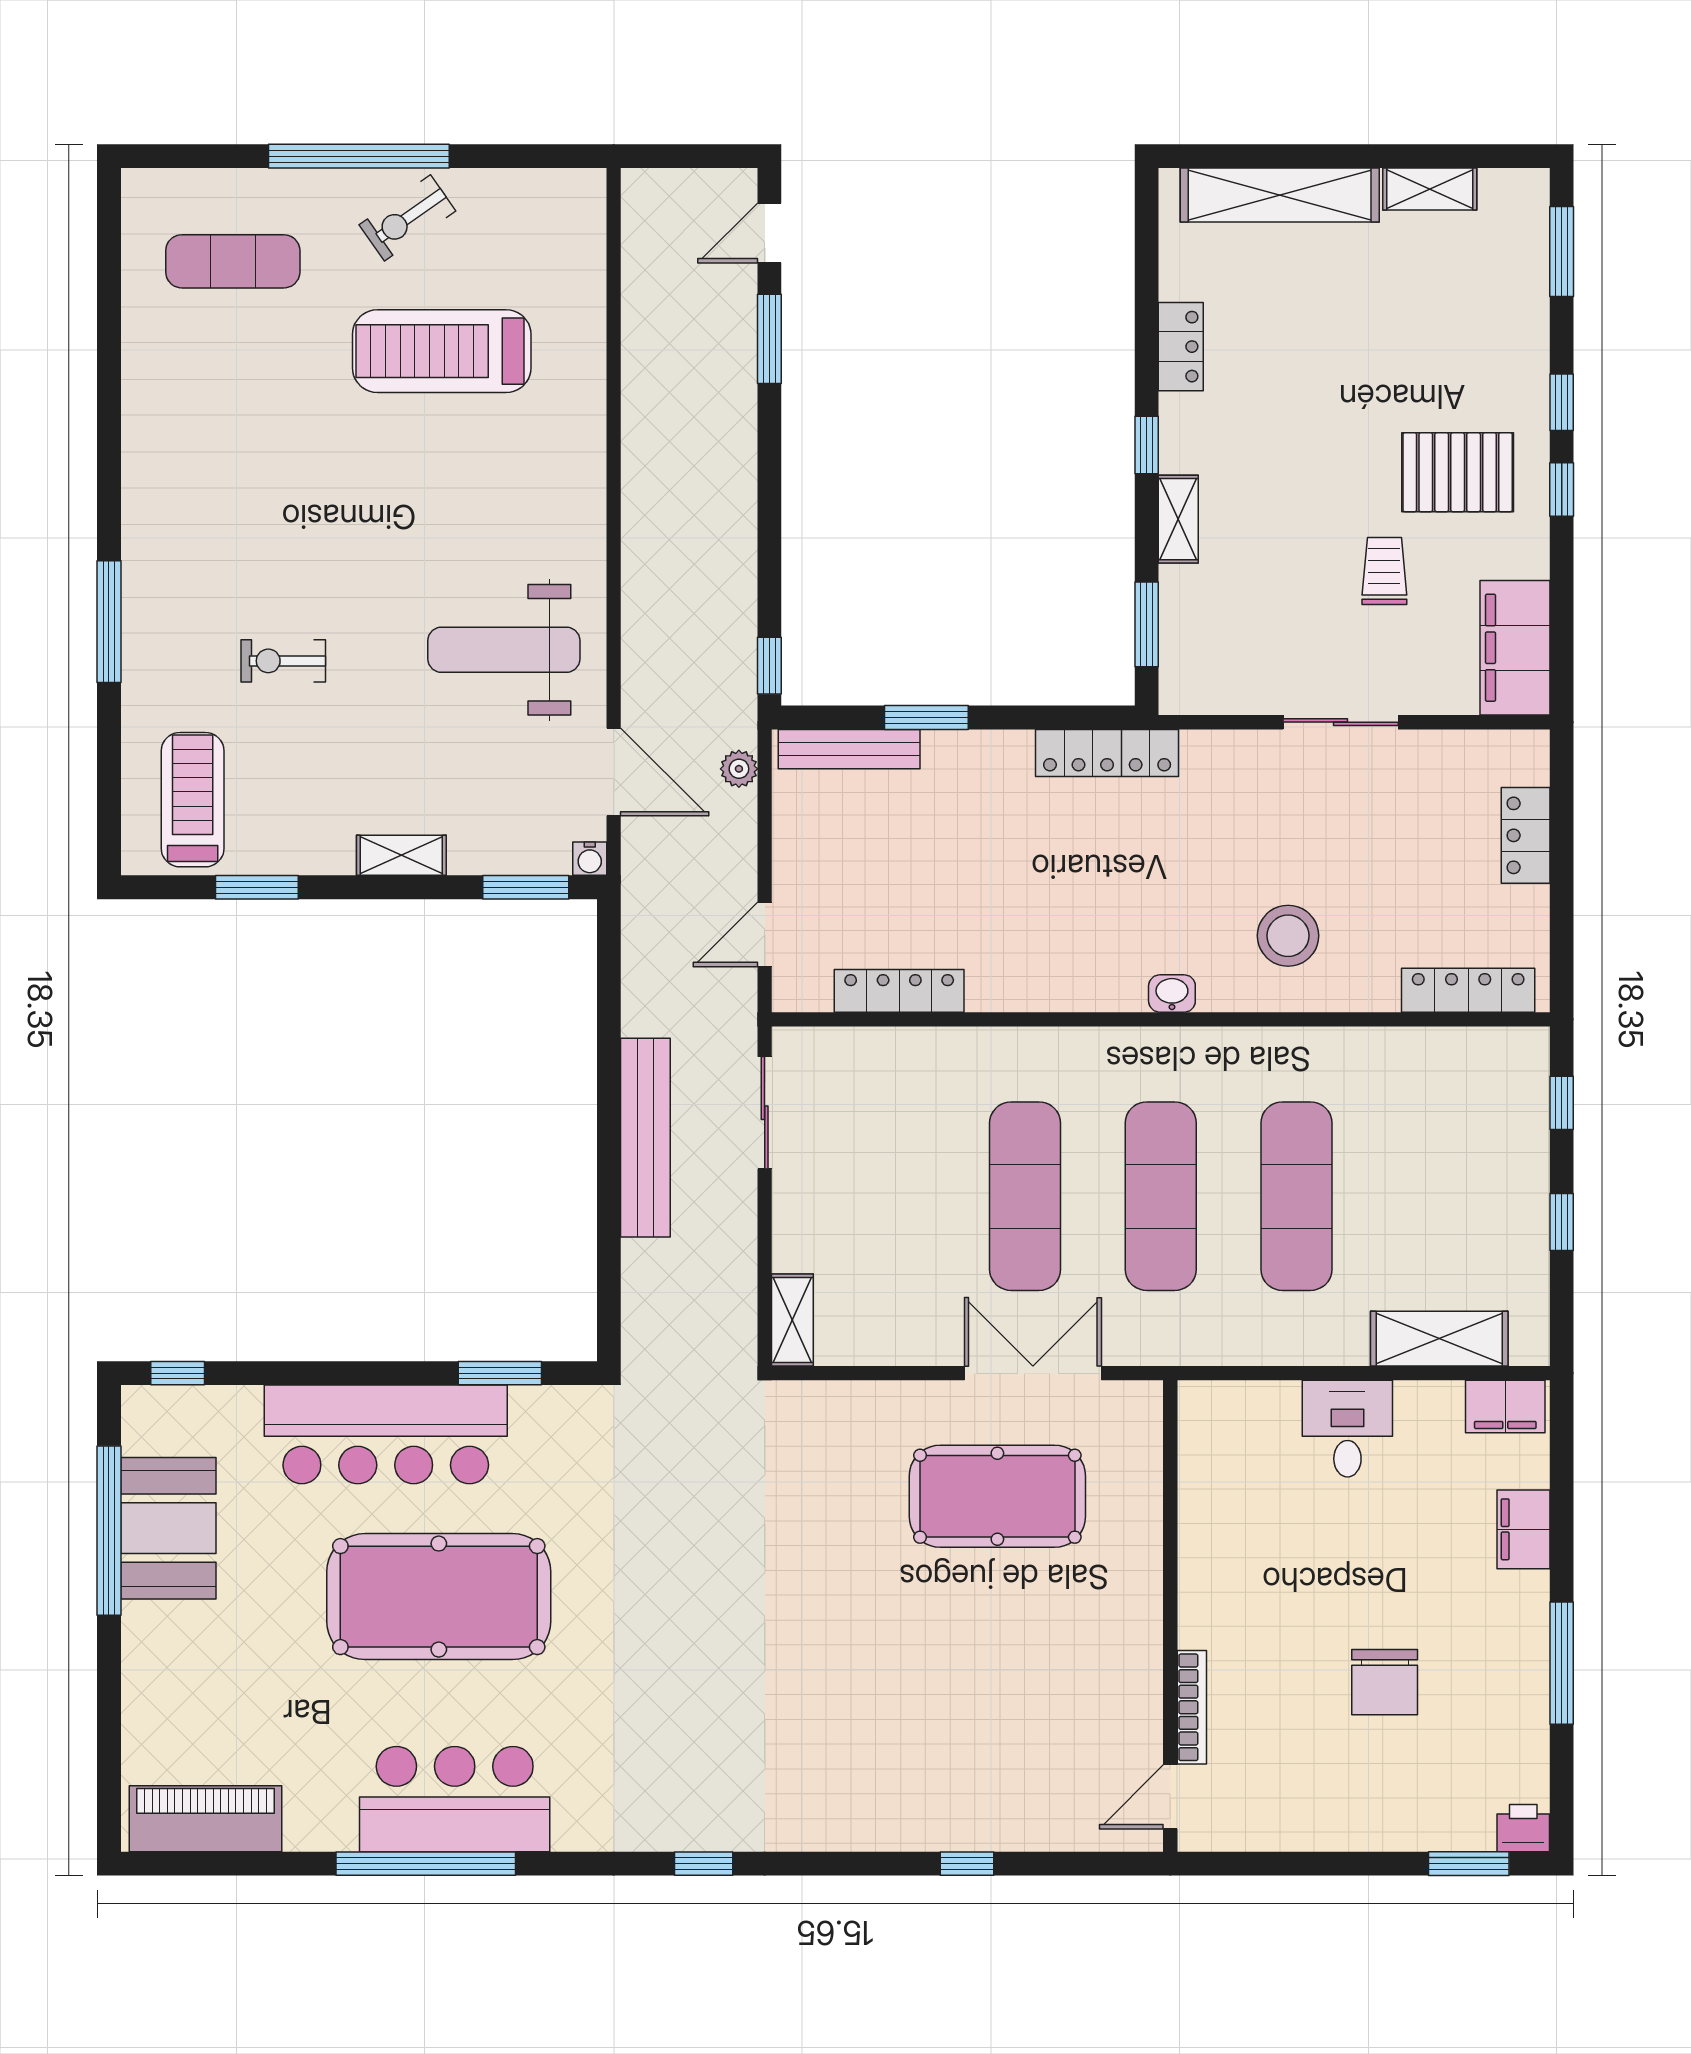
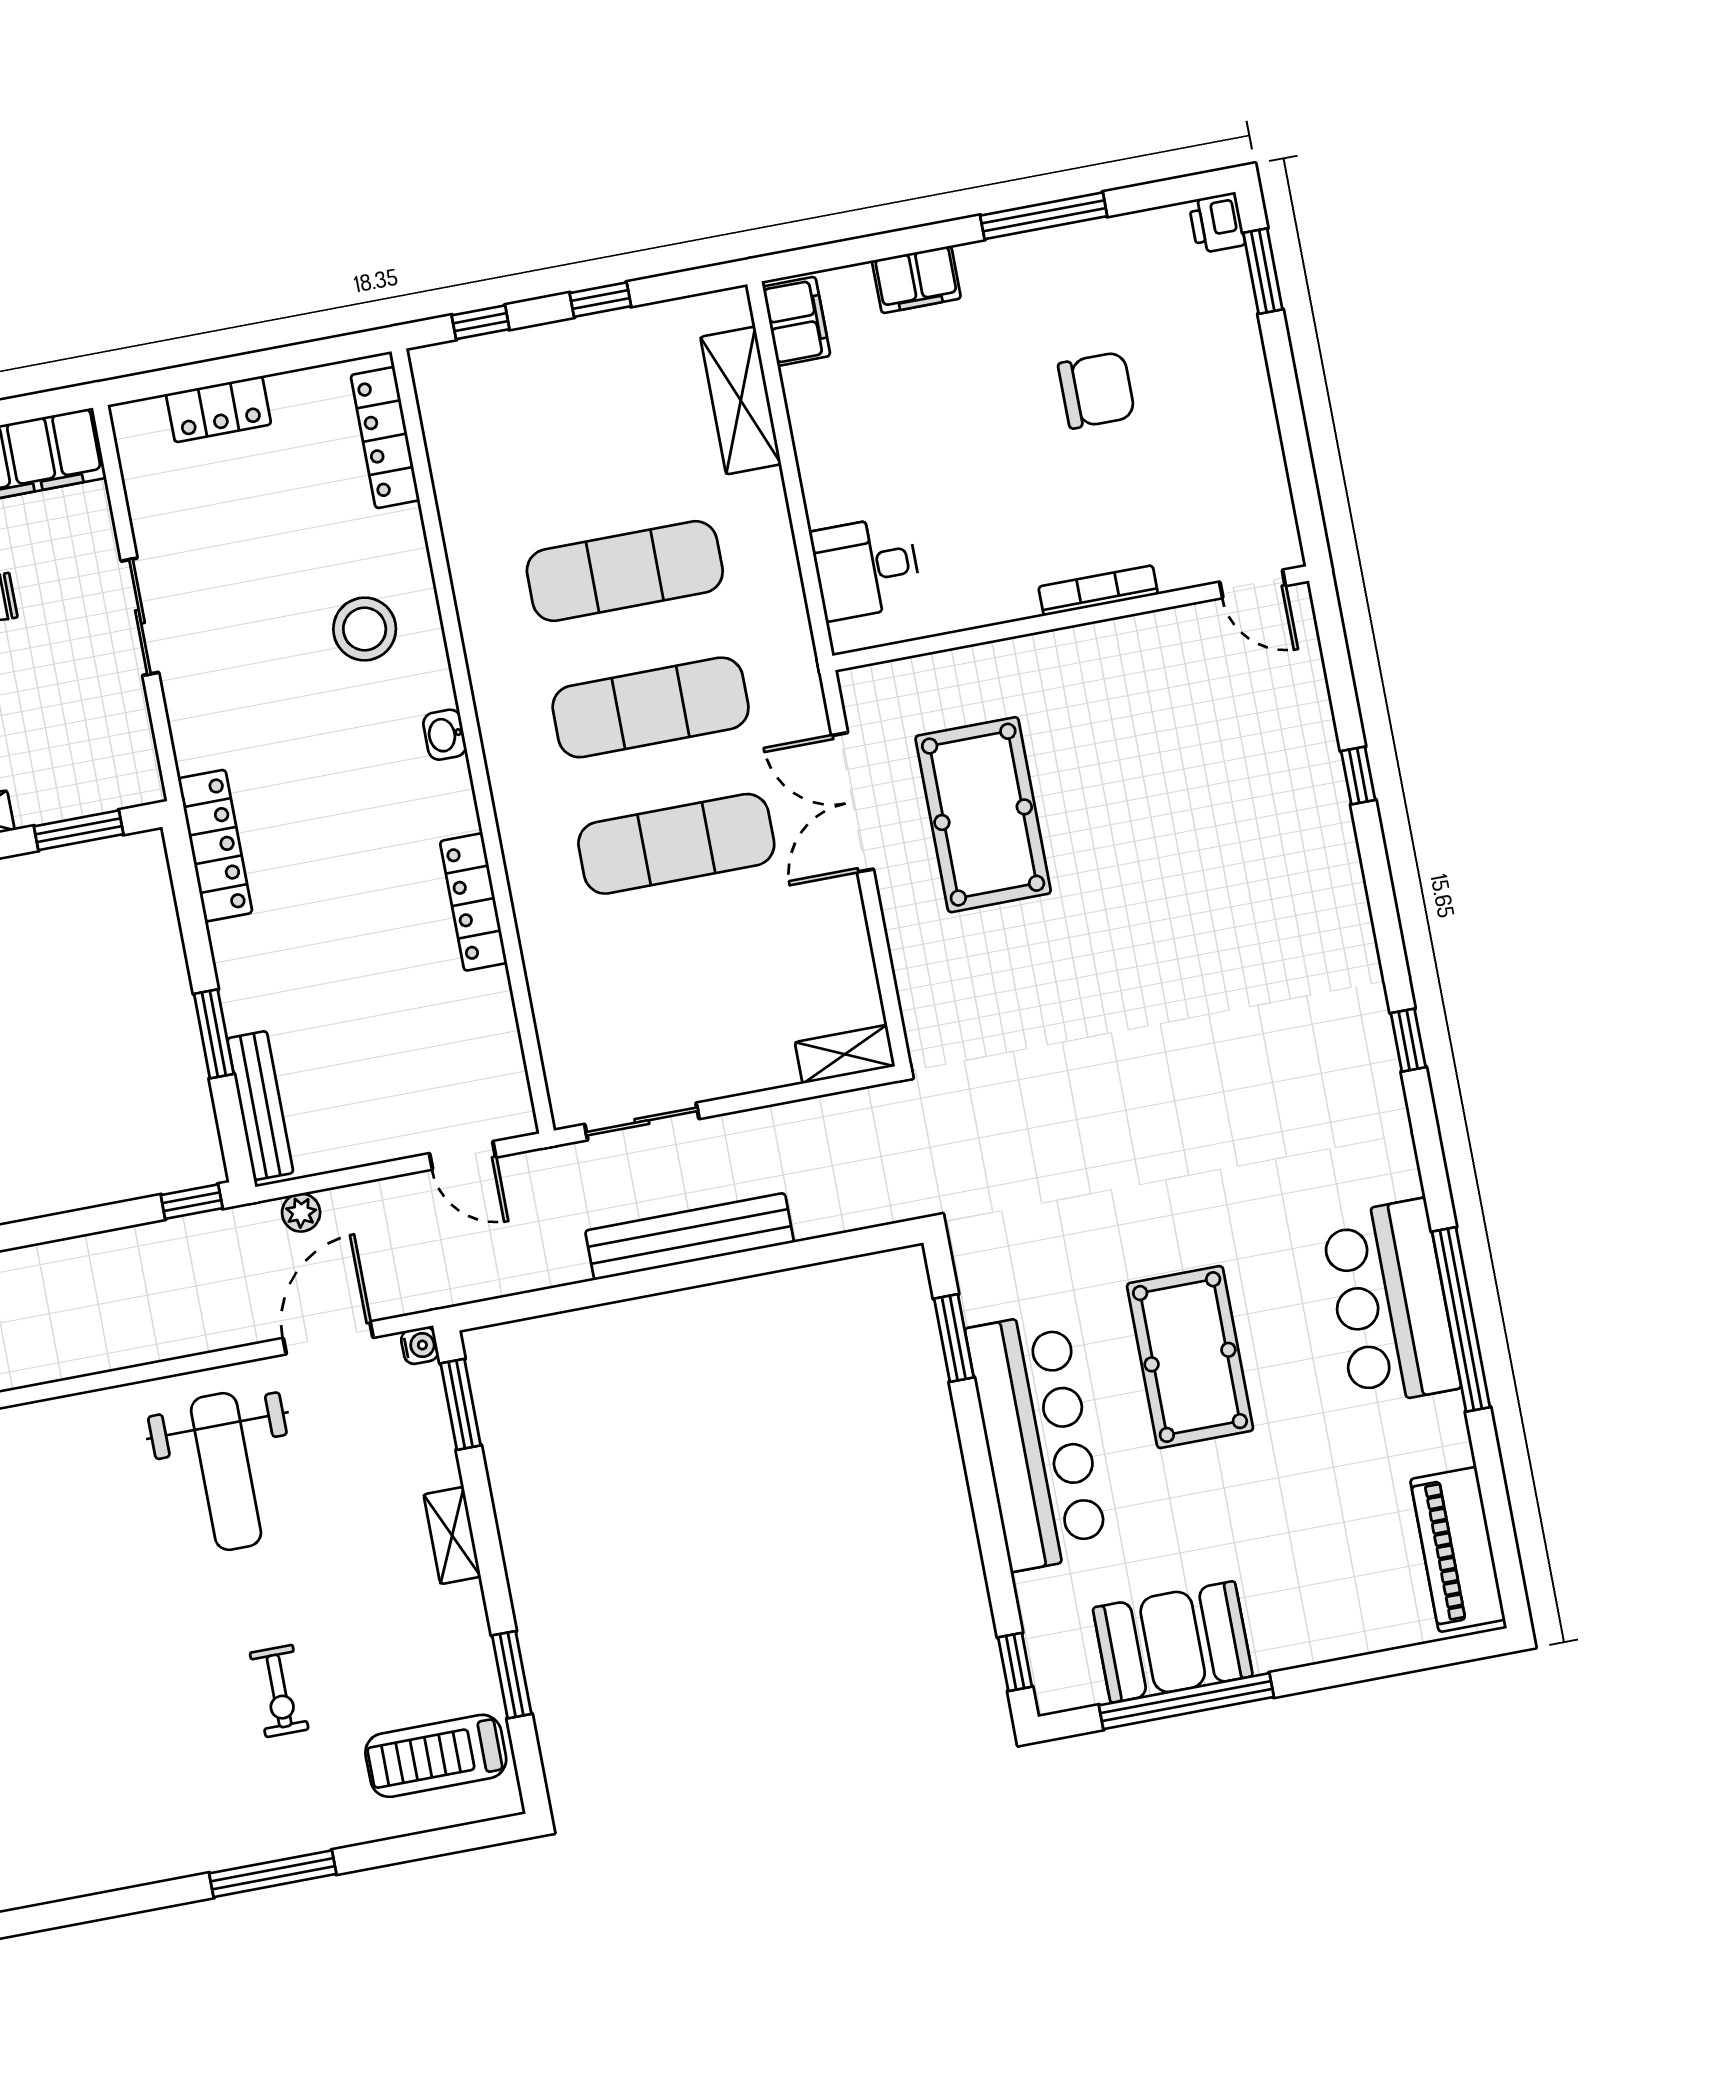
locker: (899, 991) -> (474, 902), moved
desk: (1347, 1429) -> (866, 568), moved
pool table: (439, 1597) -> (1190, 1357), width x0.73, depth x0.76
bookcase: (1192, 1707) -> (1098, 591), moved

